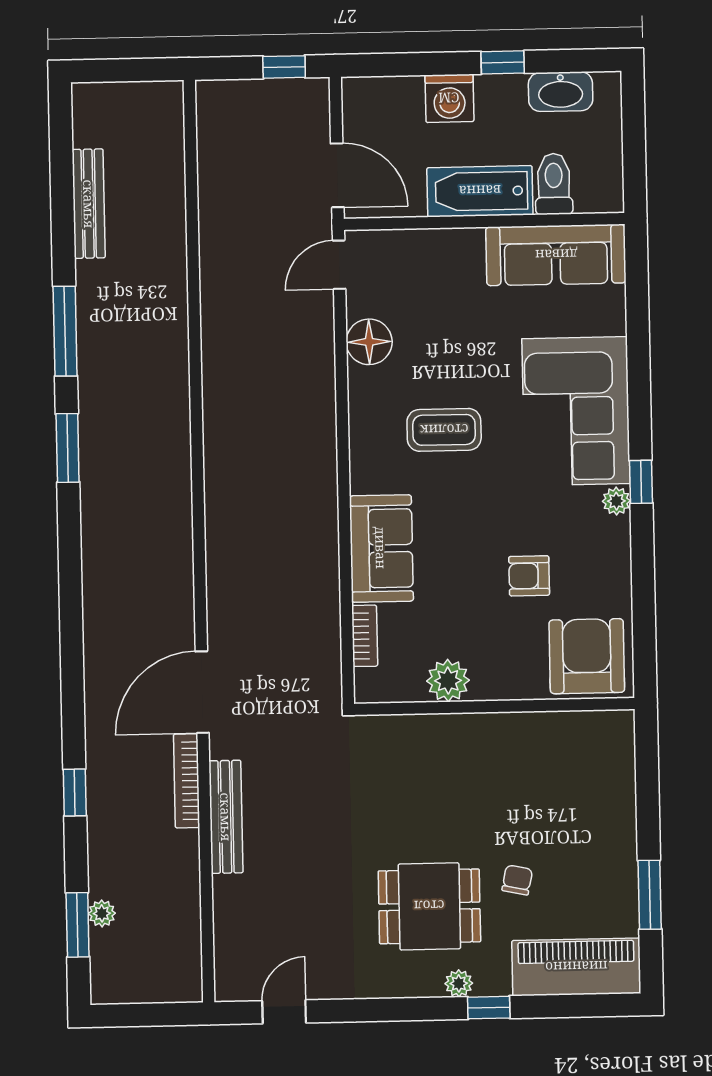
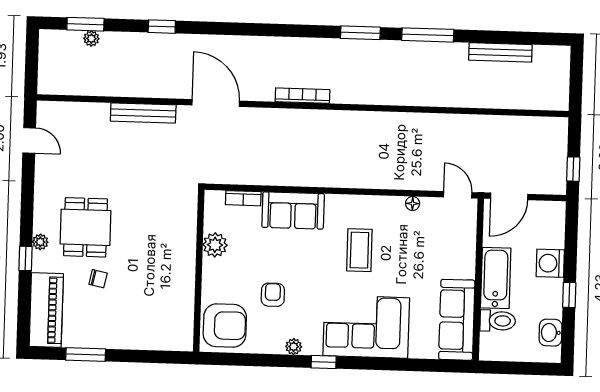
washbasin: (561, 92) -> (550, 333), width x0.72
floor lamp: (369, 342) -> (413, 203), width x0.53, depth x0.53
plant: (616, 501) -> (294, 347), moved
bookcase: (187, 781) -> (302, 96), moved

